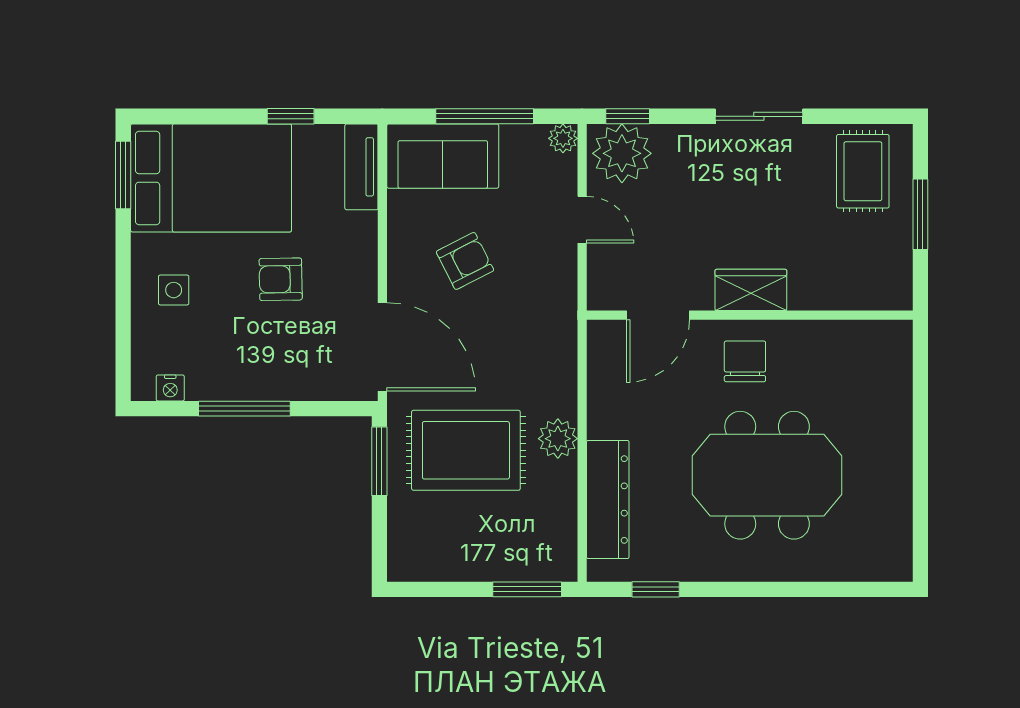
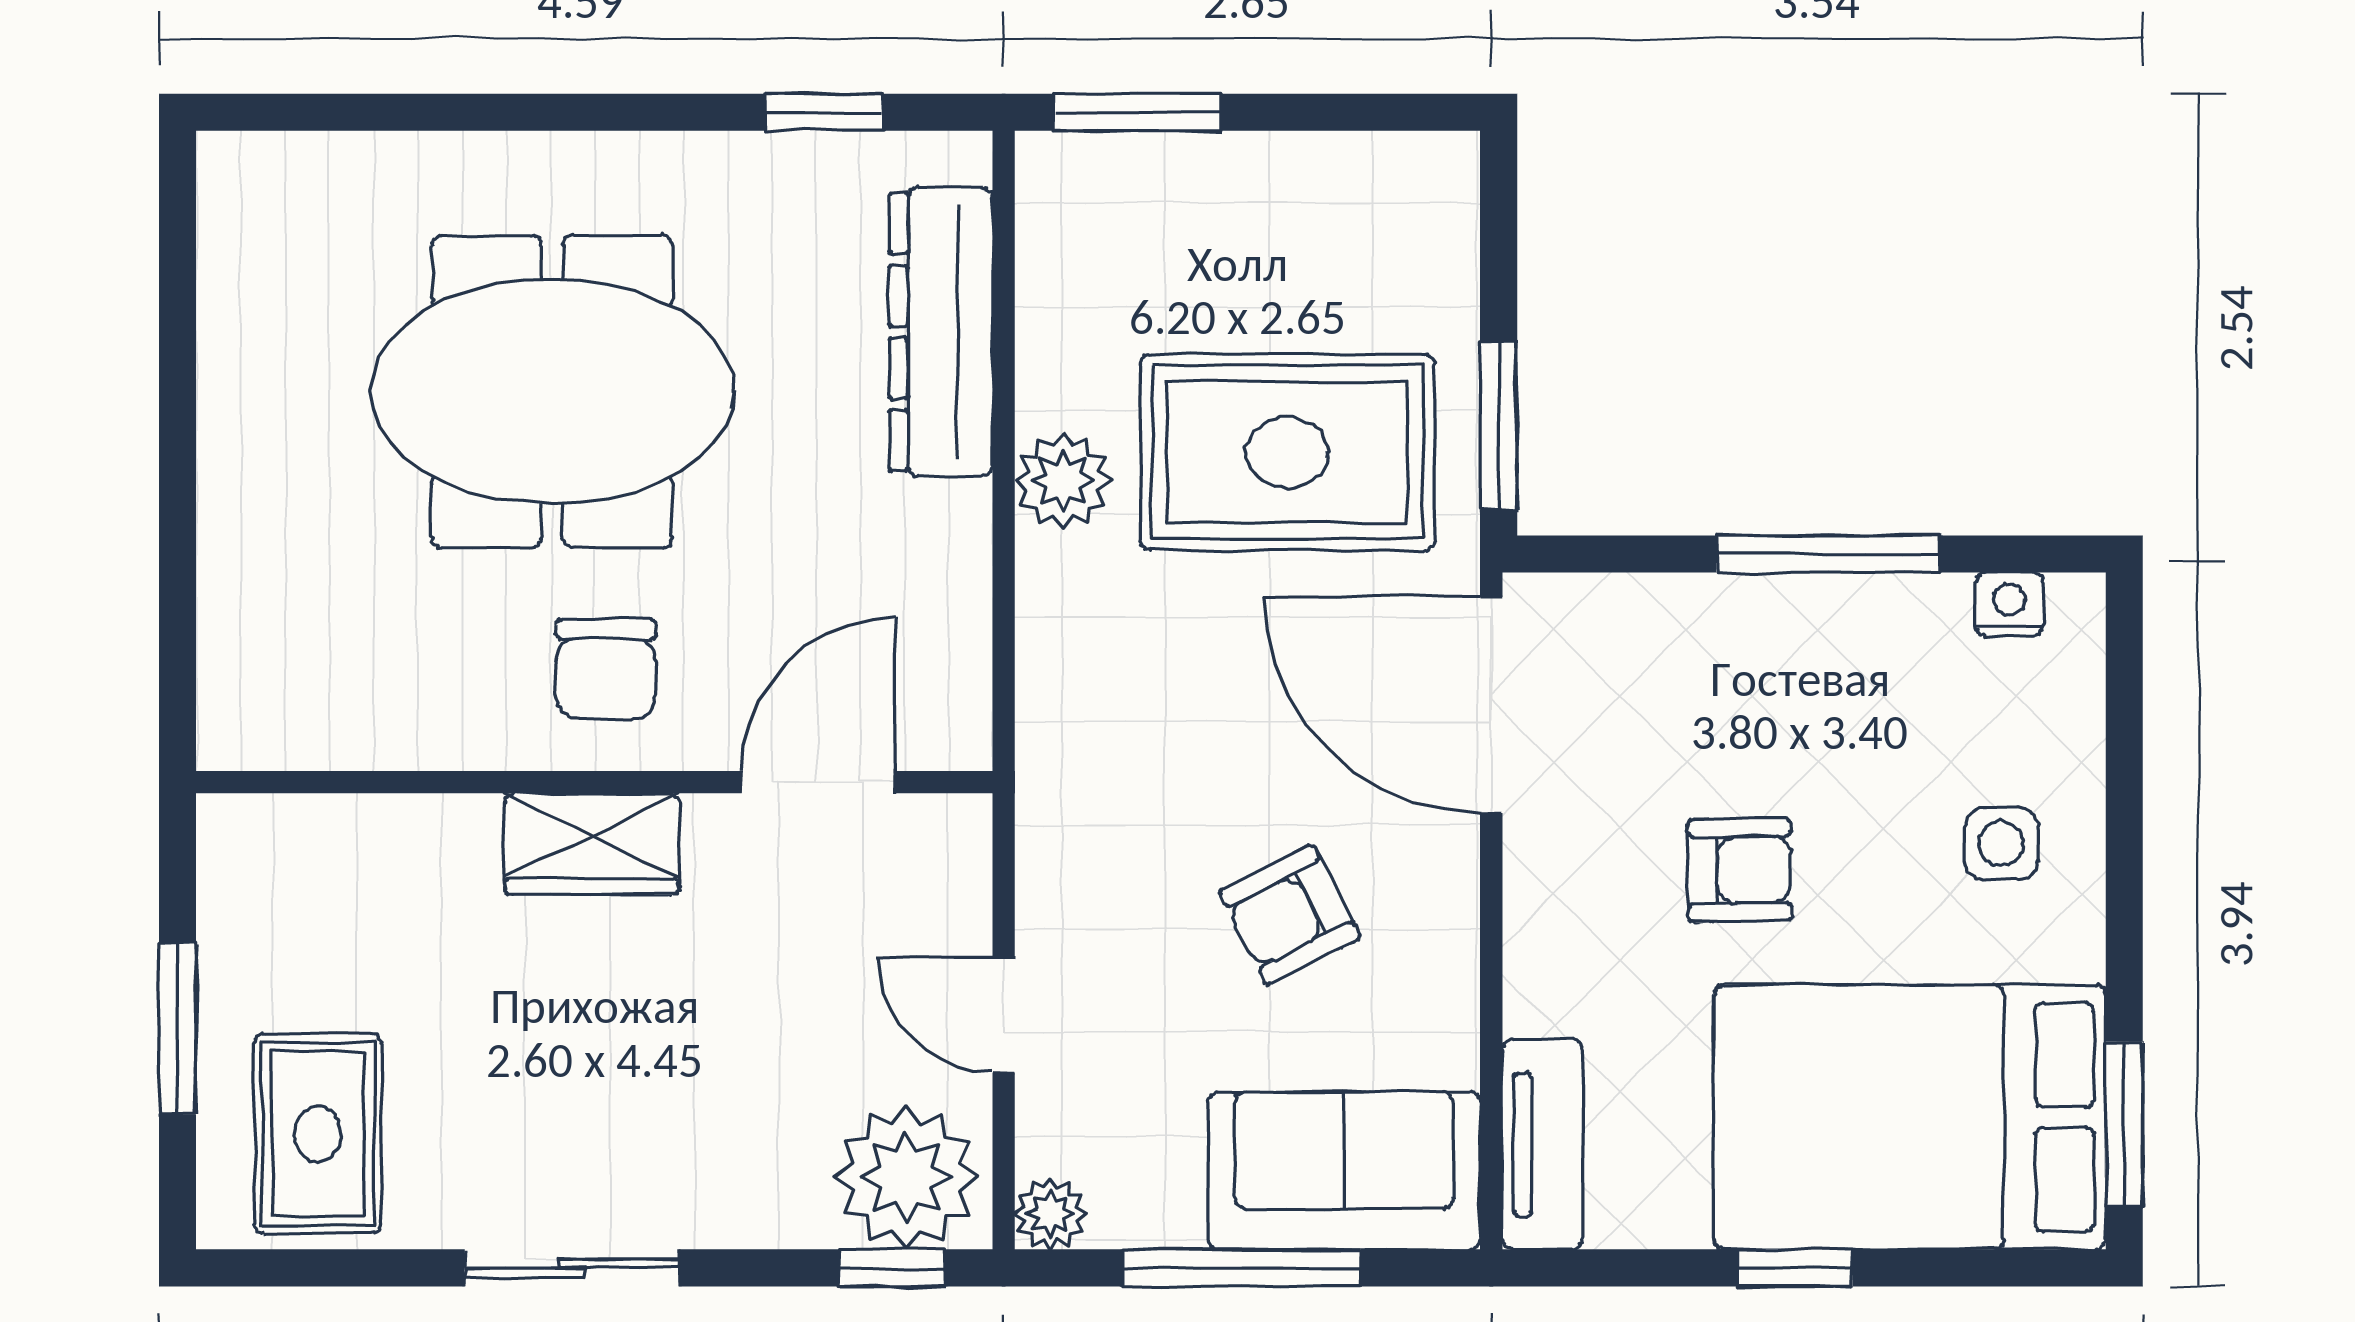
window: (291, 116) -> (1795, 1268), moved

